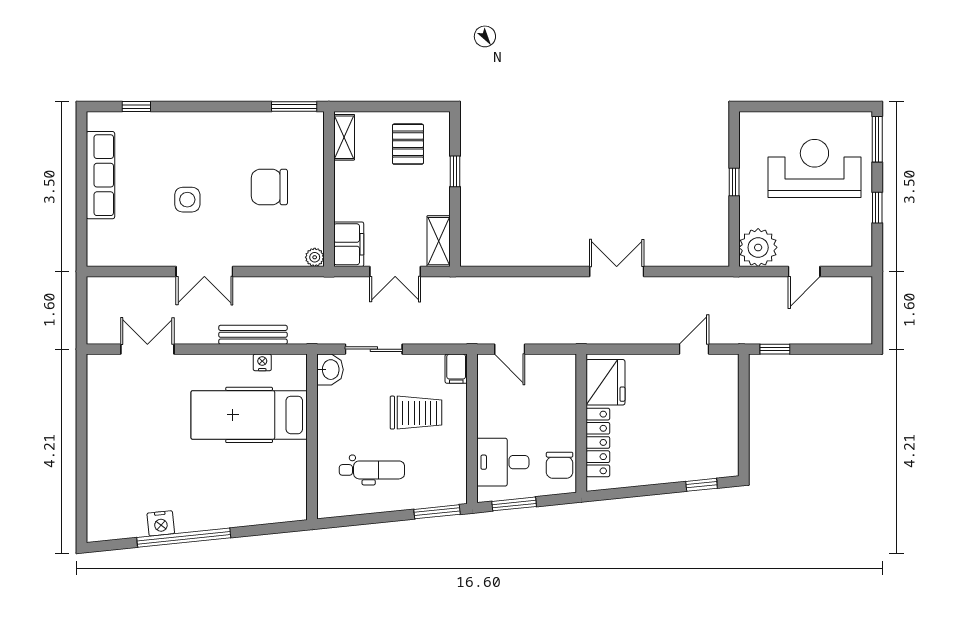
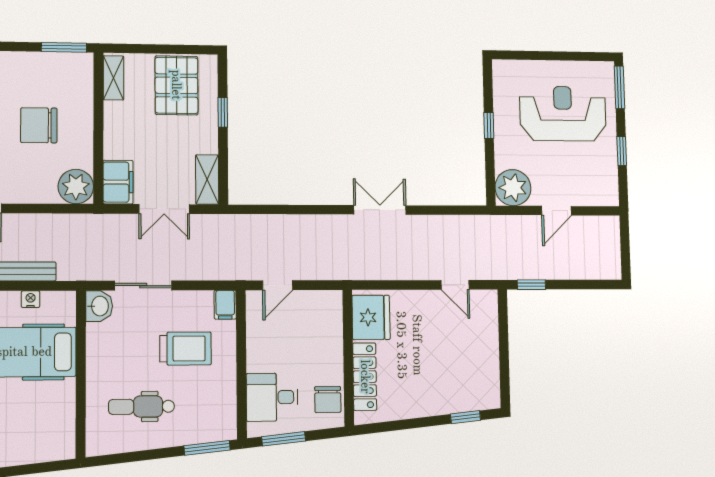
pallet: (408, 144) -> (176, 85), width x1.50, depth x1.42
plant: (315, 257) -> (76, 187), width x1.88, depth x1.88
door: (510, 349) -> (278, 285), hinge flipped
door: (694, 349) -> (455, 285), swing flipped
dental chair: (372, 470) -> (141, 407), turned 180

